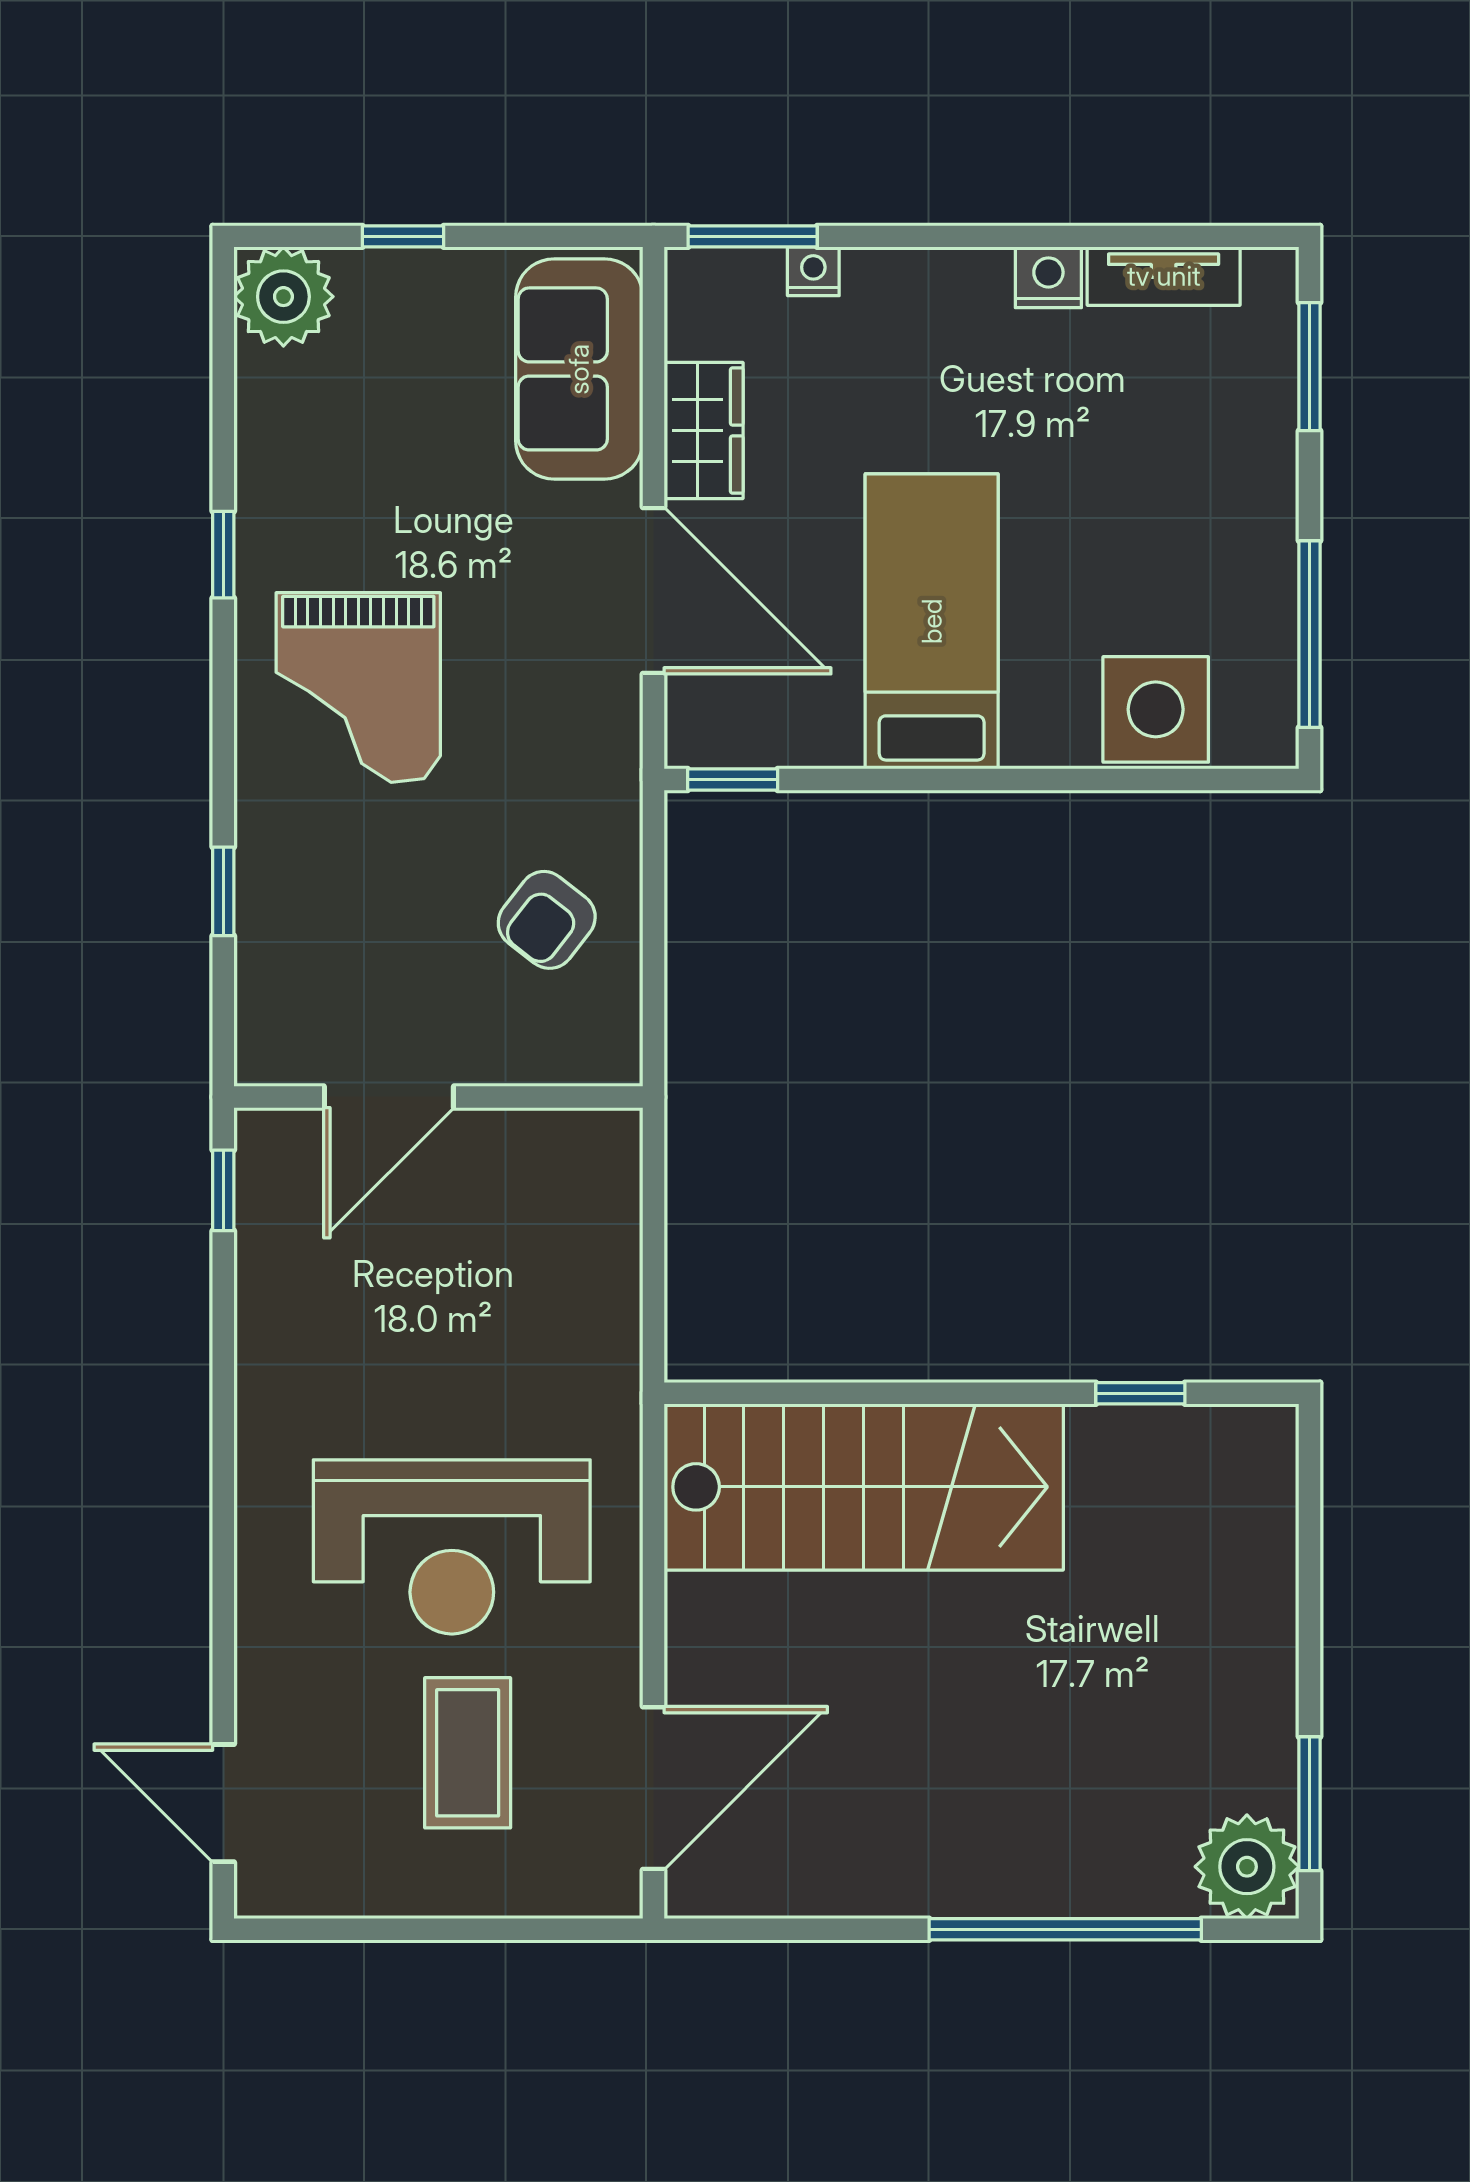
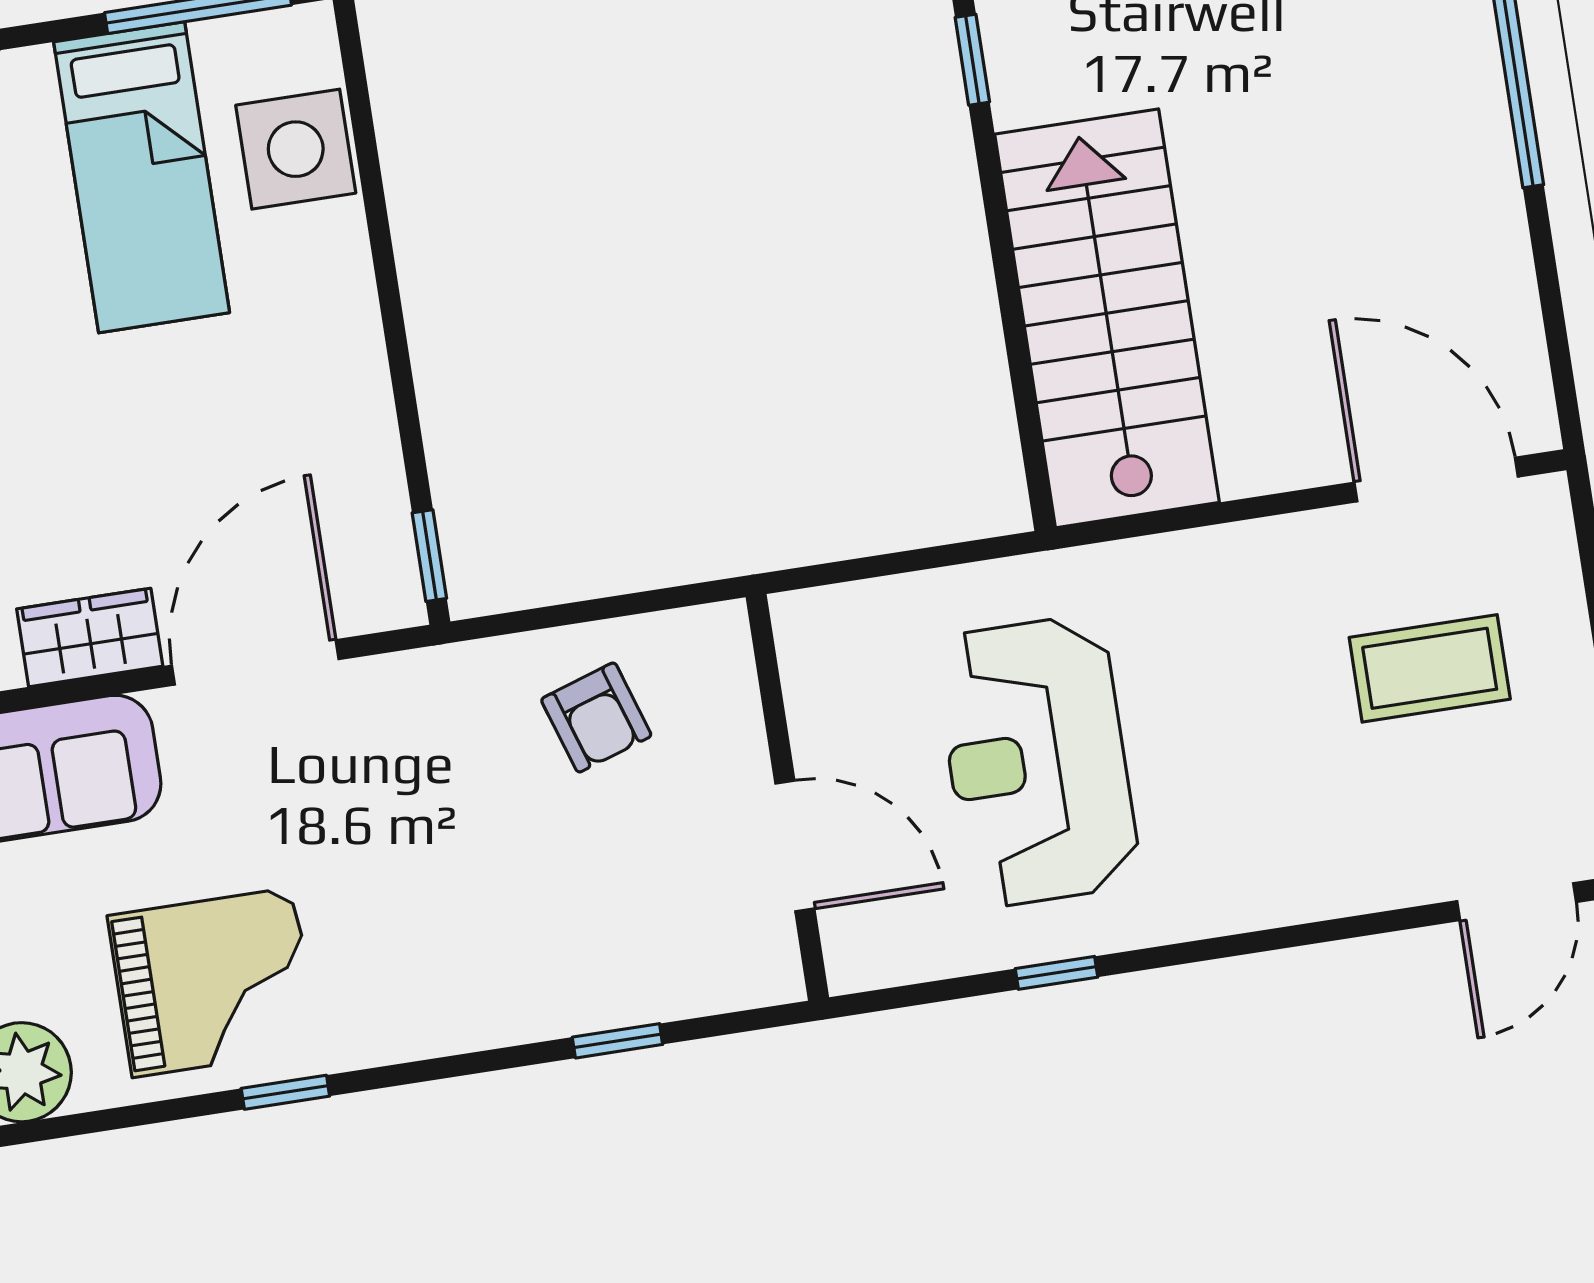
bed: (932, 621) -> (142, 177), moved, turned -90
grand piano: (358, 688) -> (213, 982), moved
armchair: (547, 920) -> (596, 717), turned 34
window: (223, 1190) -> (1057, 973), moved
reception desk: (452, 1547) -> (1037, 761), moved, turned 180

